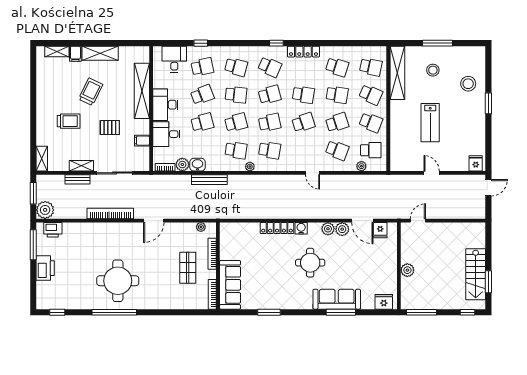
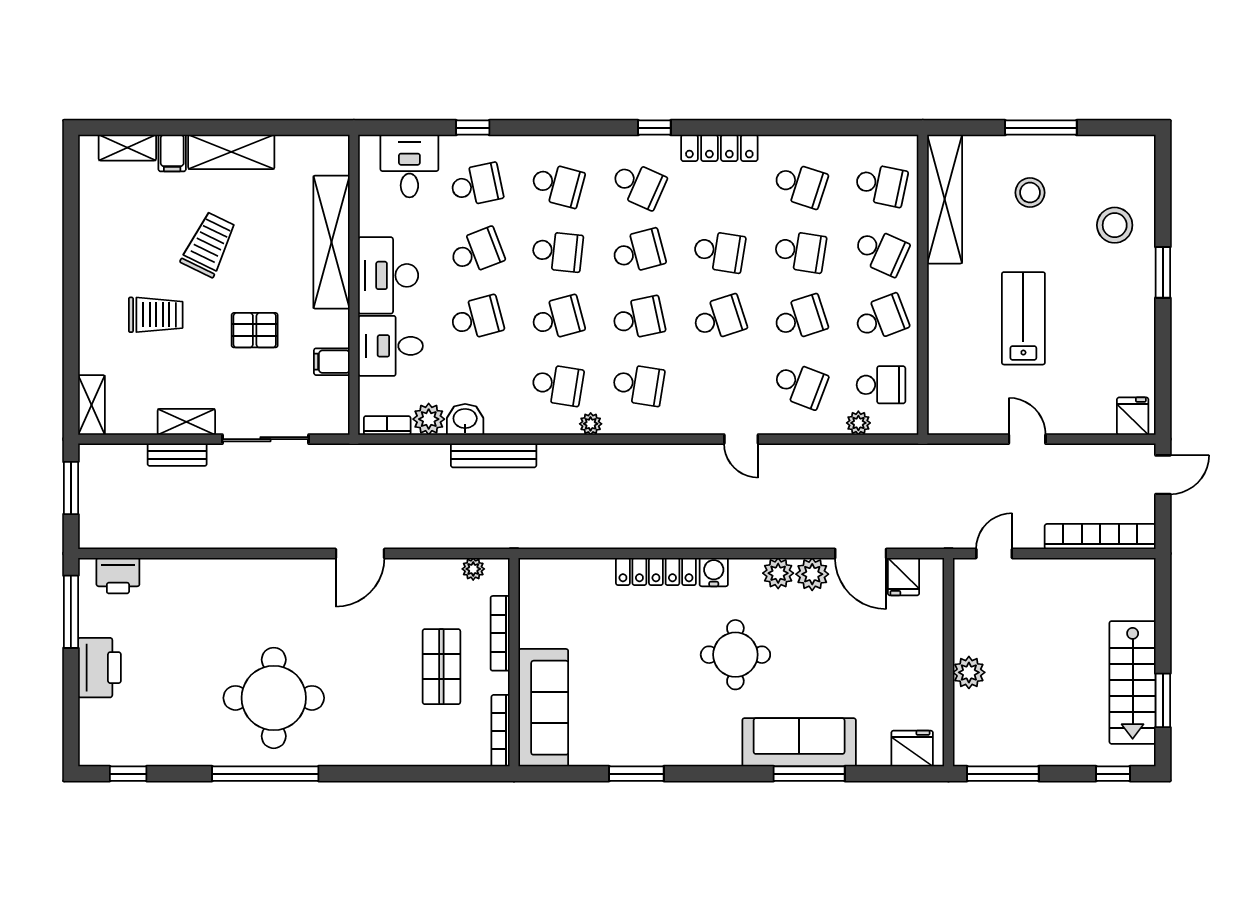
school desk: (371, 122) -> (881, 318), turned -42
lab bench: (430, 123) -> (1023, 318), turned 180
plant: (45, 210) -> (99, 528), removed
bookcase: (110, 214) -> (1100, 537), moved

